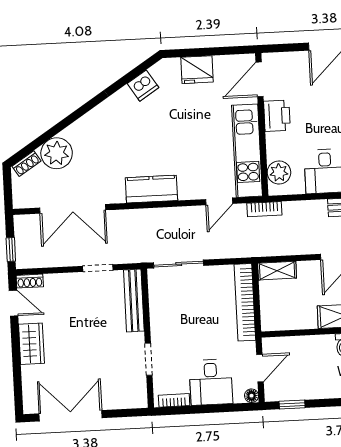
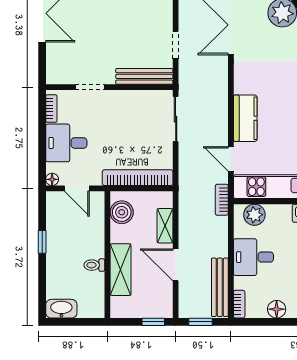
kitchen counter: (151, 189) -> (245, 118), moved
shelving: (277, 271) -> (165, 226), moved
boiler: (284, 318) -> (122, 212), added
window: (292, 405) -> (42, 242), moved

